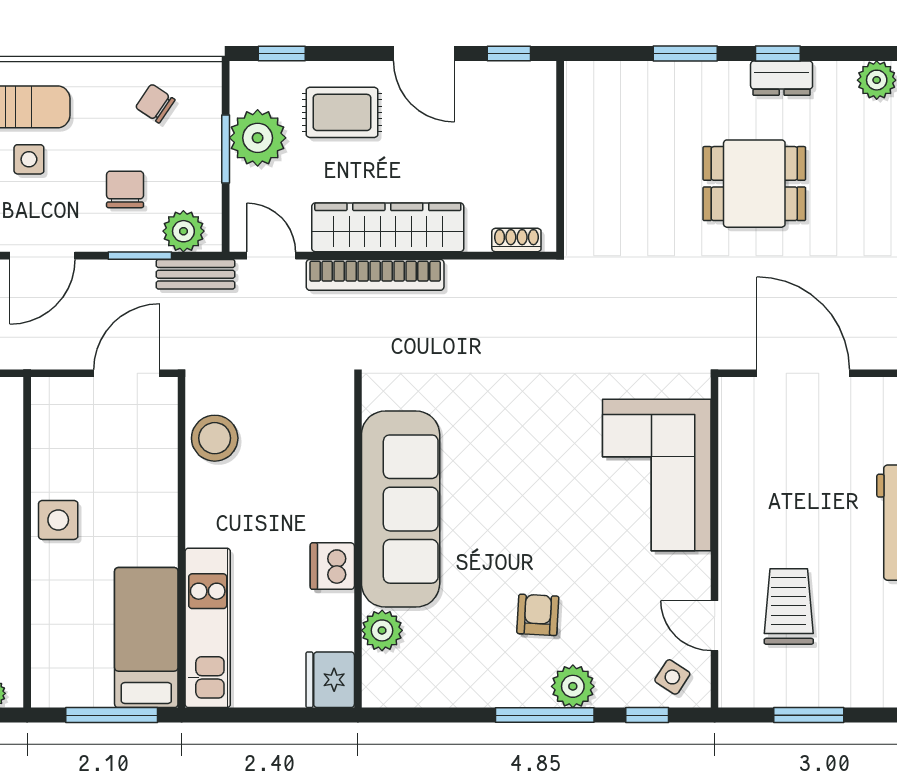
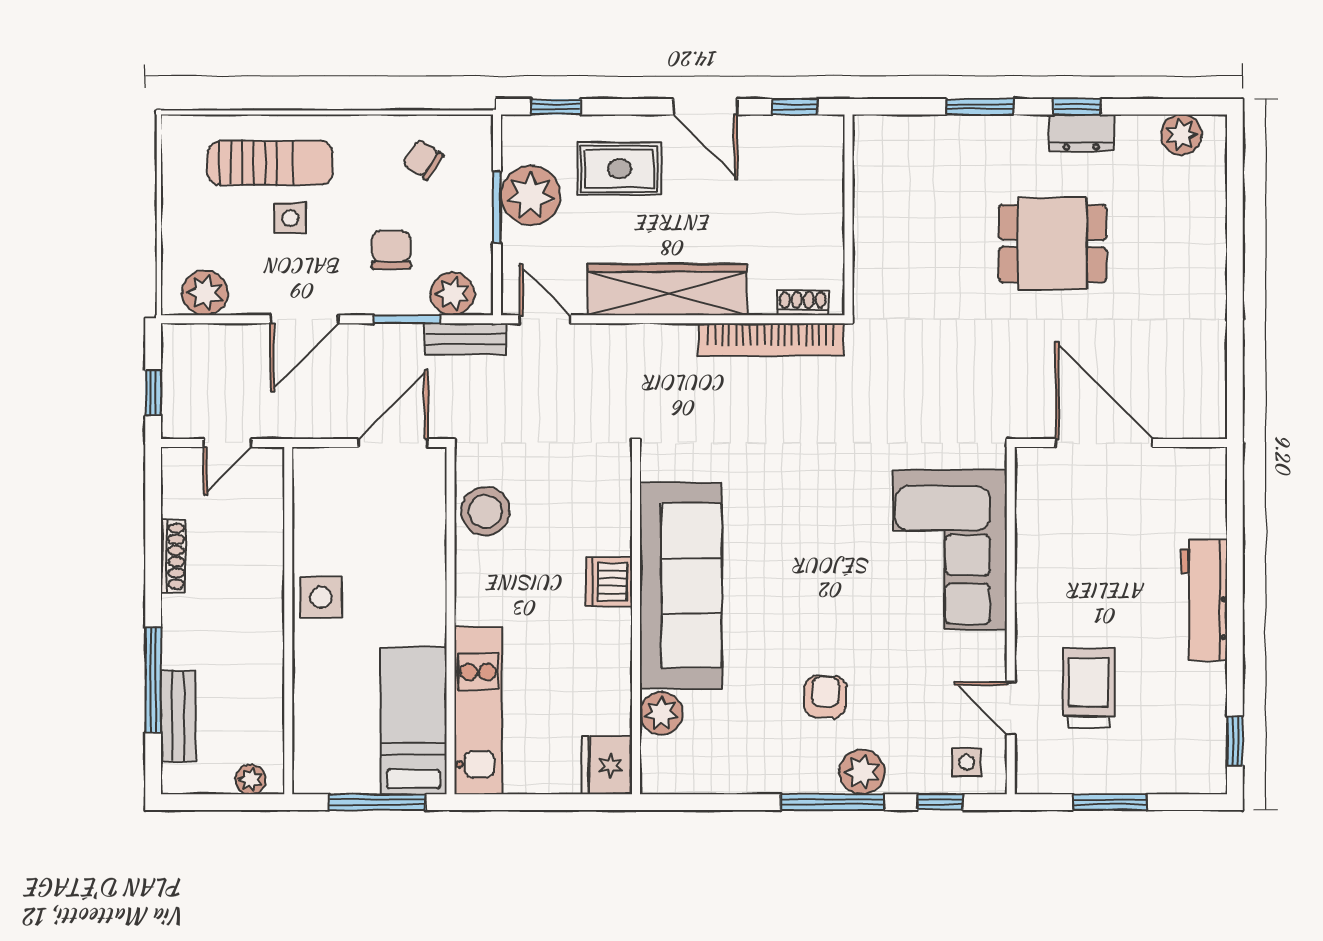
bookcase: (375, 275) -> (771, 340), moved
dishwasher: (332, 566) -> (609, 582), moved
side table: (672, 677) -> (966, 762), turned -33

